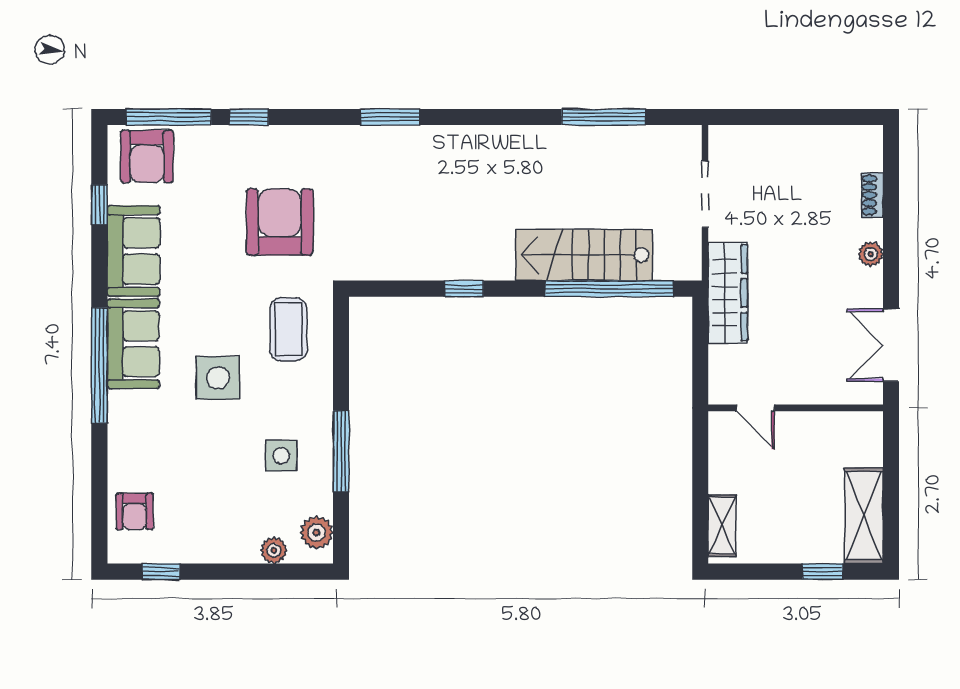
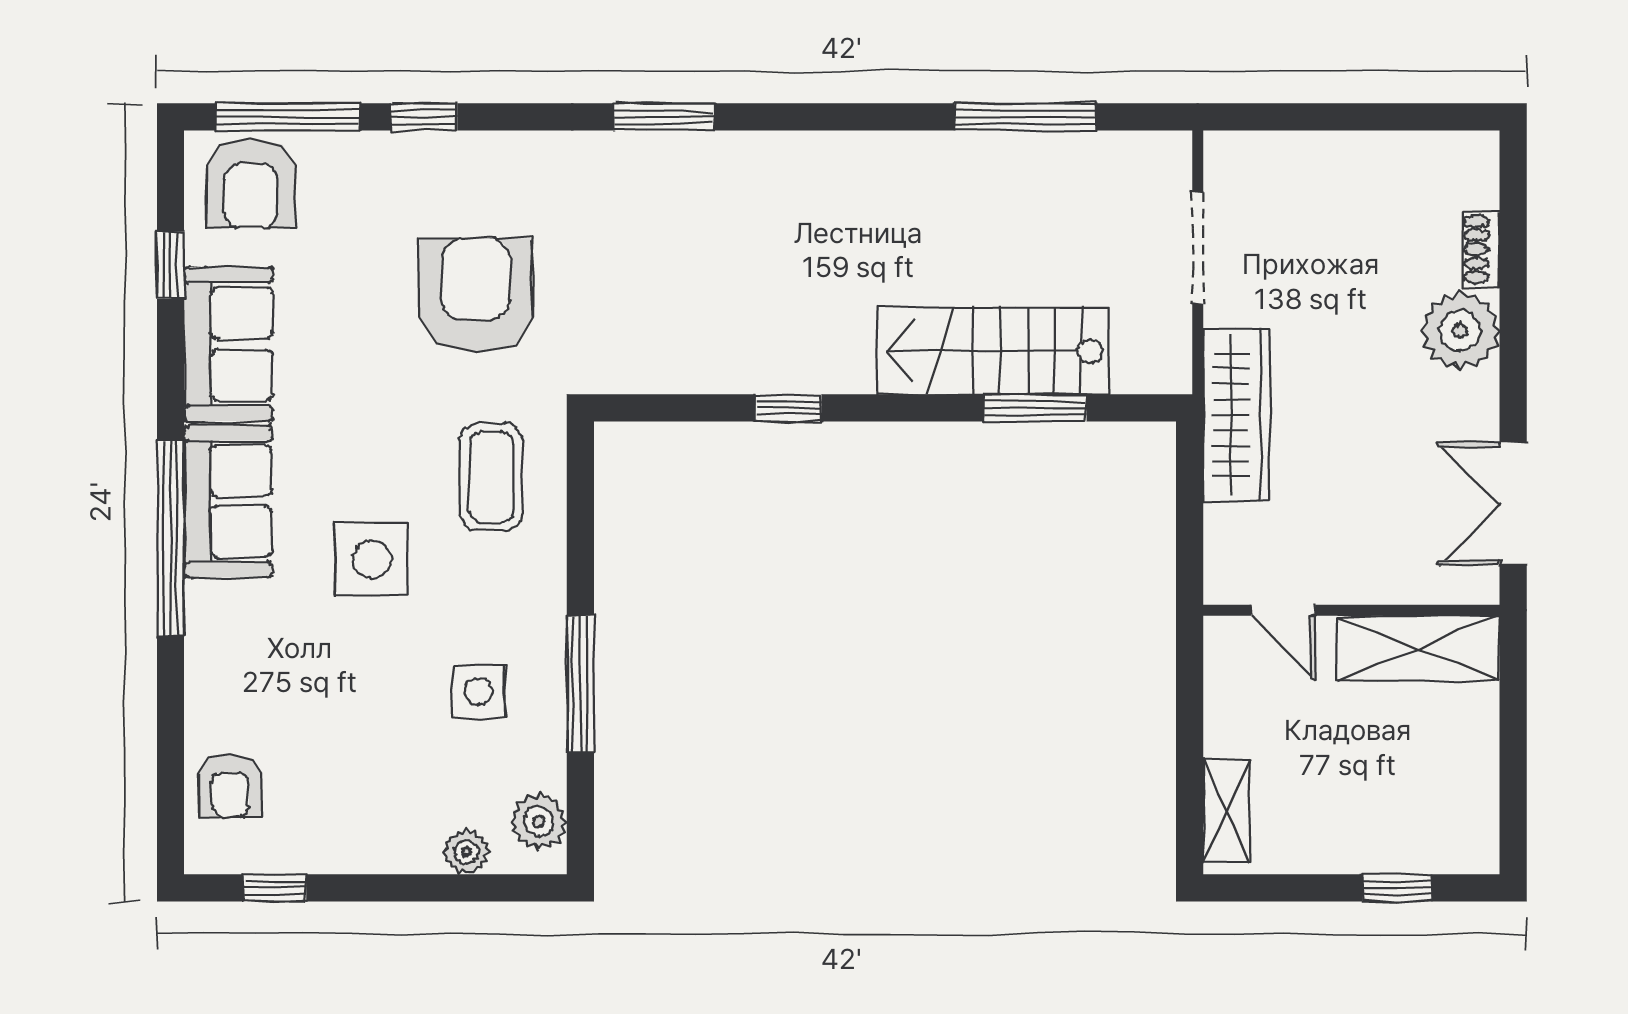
plant: (871, 254) -> (1460, 331), width x1.88, depth x1.88
window: (609, 289) -> (1035, 408), width x0.47
shelving: (864, 516) -> (1418, 648), moved, turned 90

